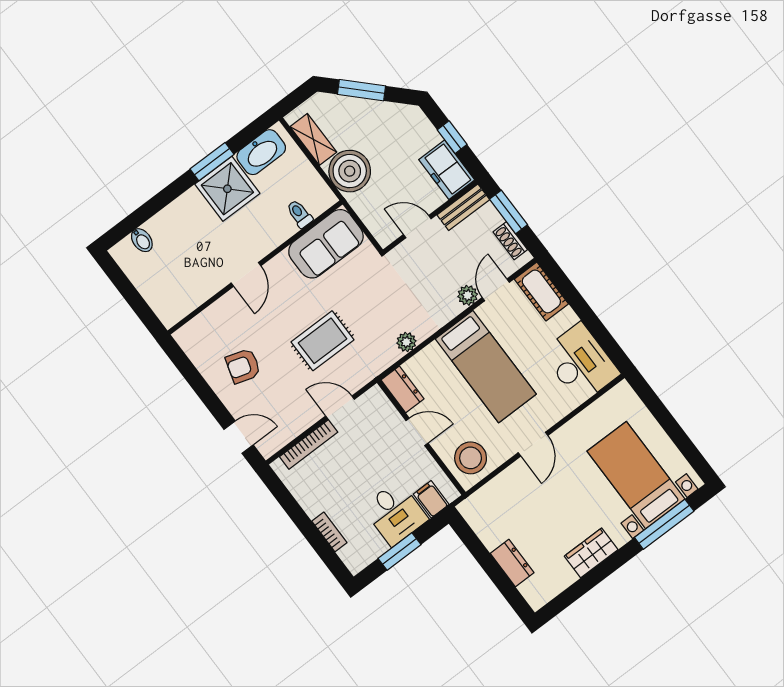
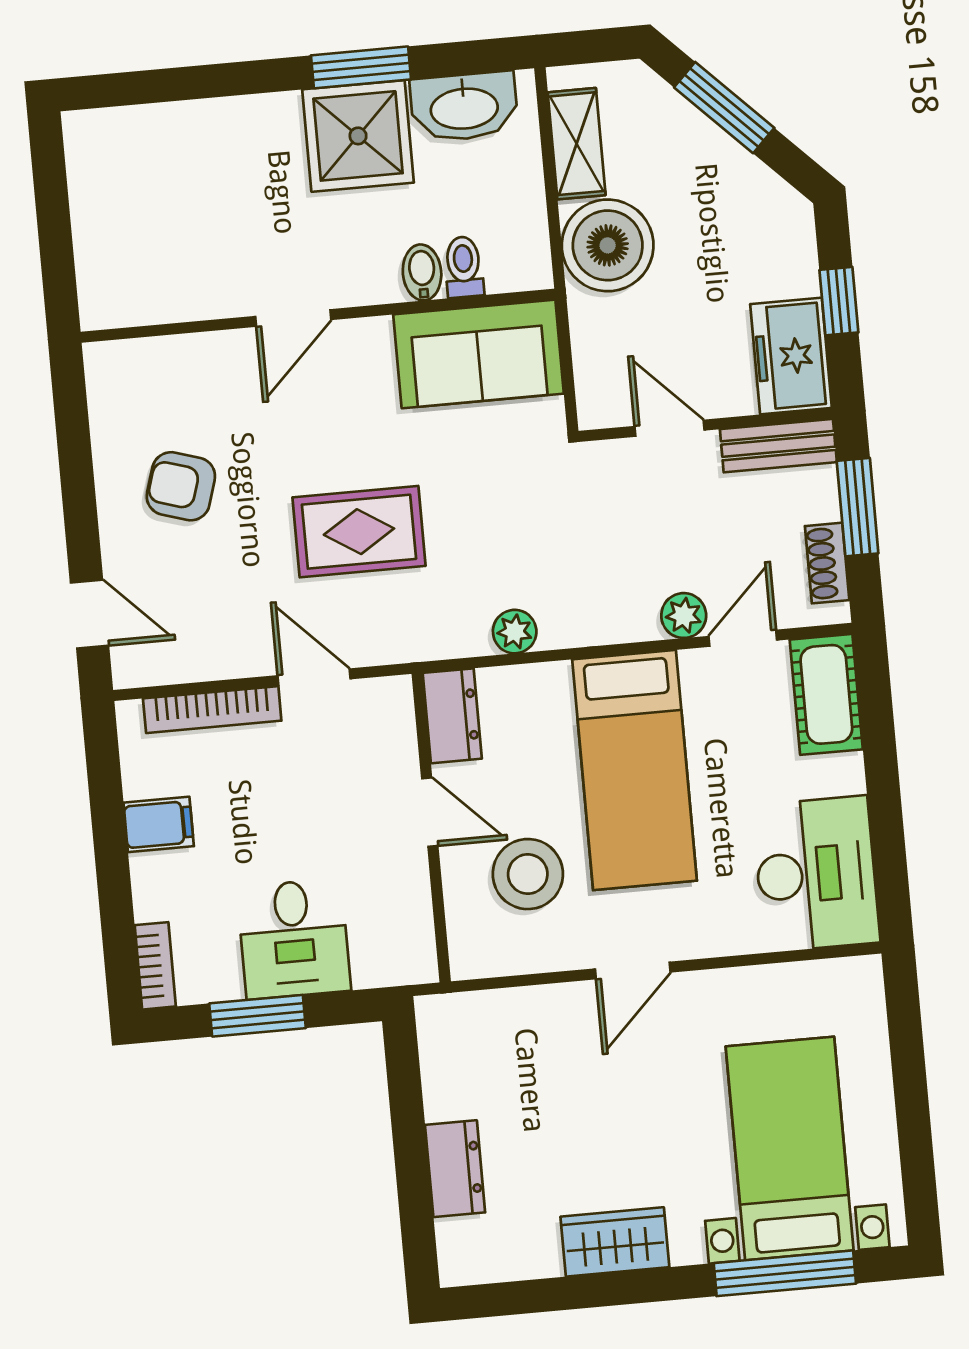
bidet: (142, 240) -> (422, 272), moved, turned 180
stool: (471, 458) -> (528, 874), moved
filing cabinet: (431, 499) -> (159, 824), moved, turned 90
bookcase: (329, 532) -> (155, 966), moved

